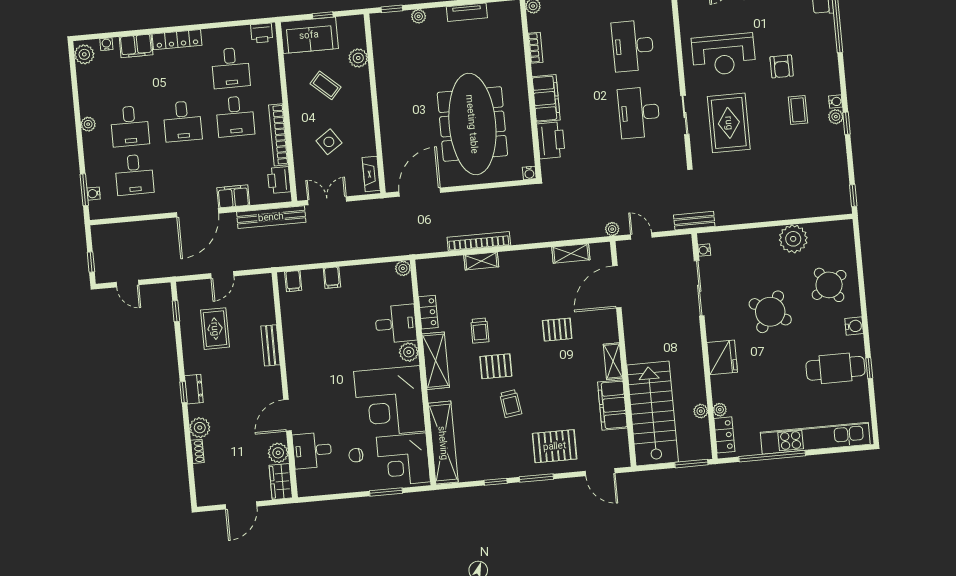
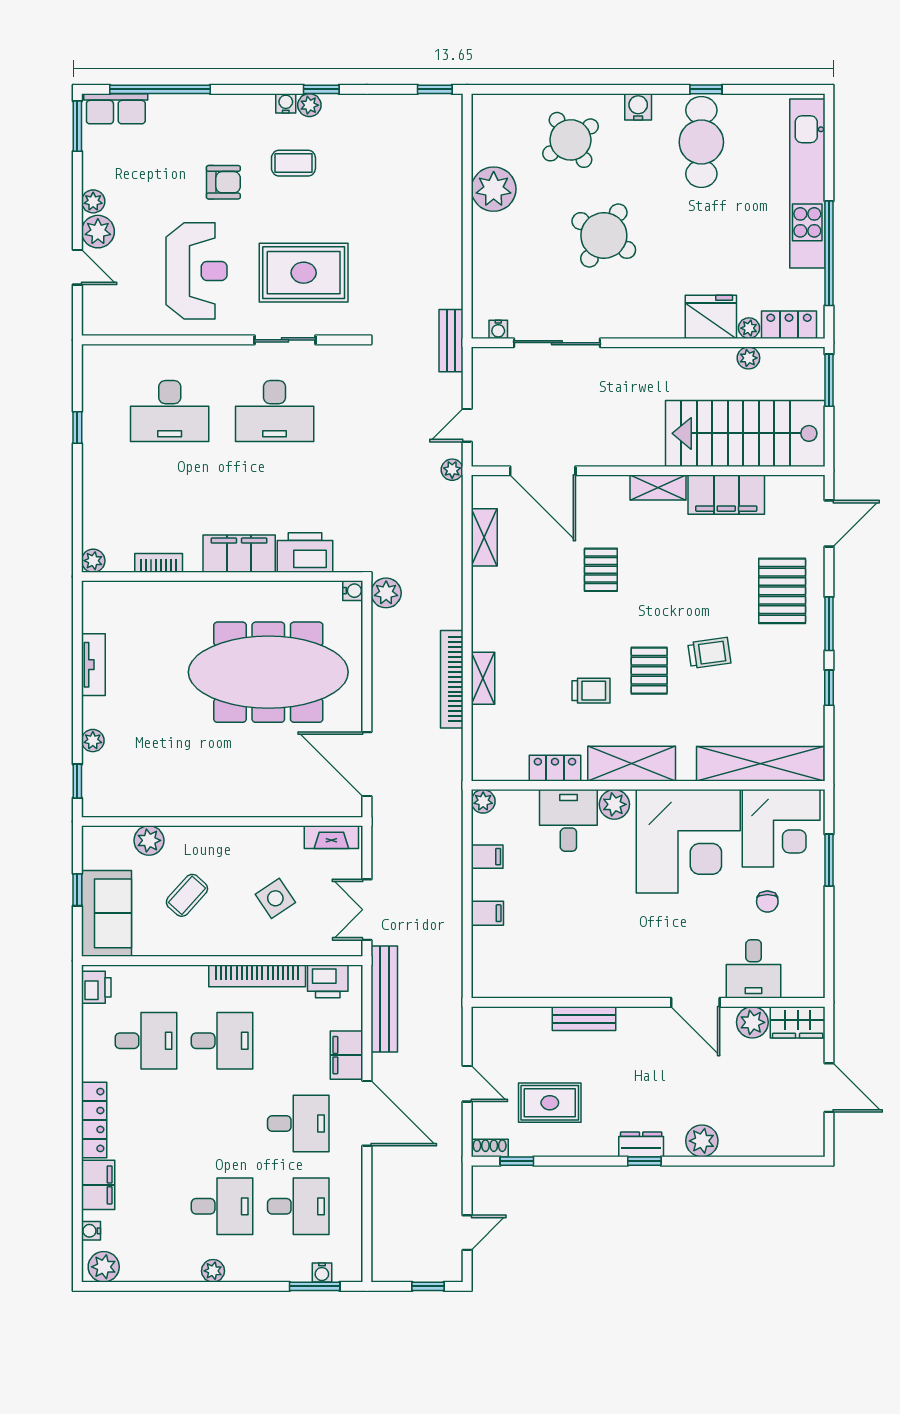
desk: (182, 121) -> (298, 1124), moved
plant: (530, 194) -> (386, 593), added
filing cabinet: (293, 281) -> (487, 857), moved
fridge: (722, 357) -> (711, 317), moved
shoe rack: (197, 451) -> (490, 1148), moved

